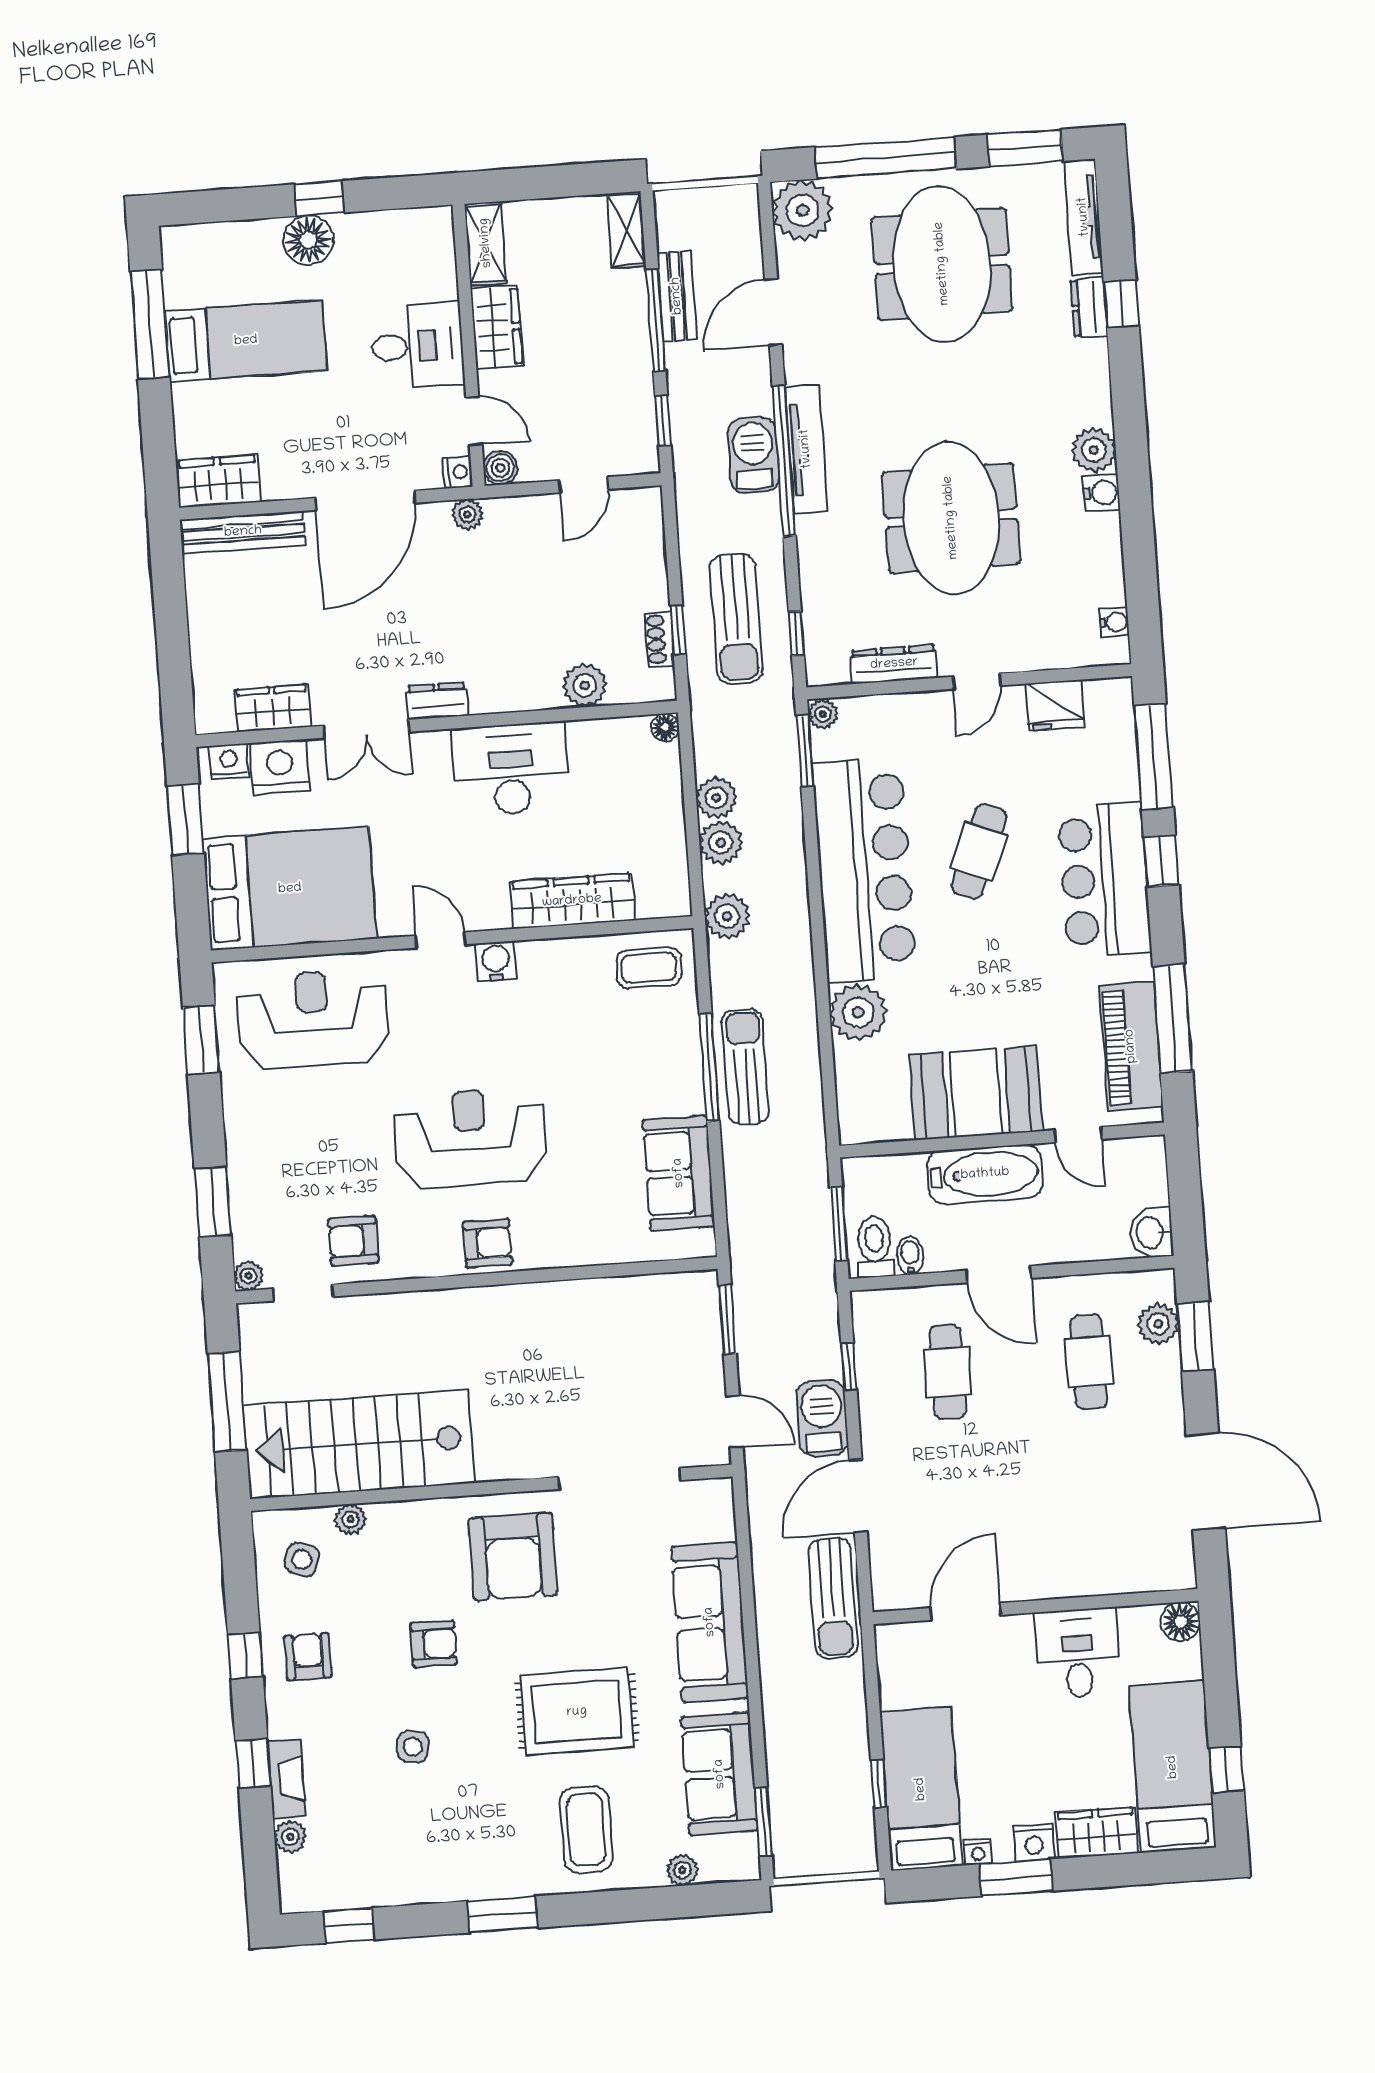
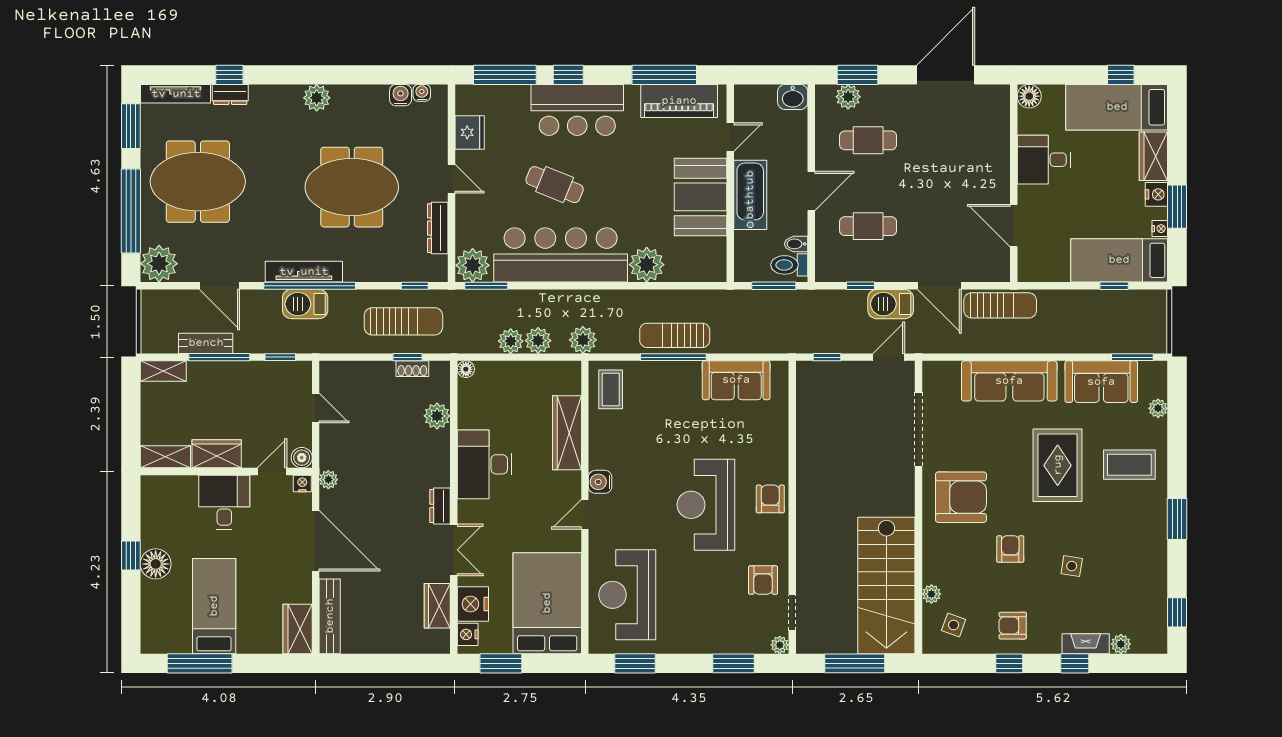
water cooler: (1101, 493) -> (401, 95), moved
plant: (823, 714) -> (473, 265), width x1.88, depth x1.88
window: (727, 1320) -> (827, 357), width x0.67

